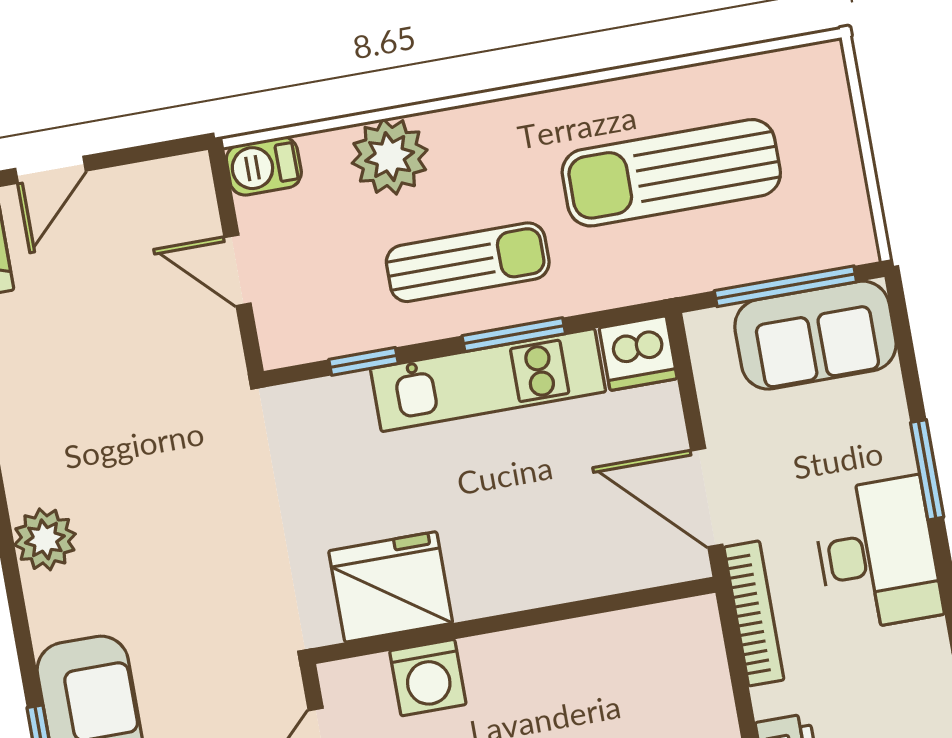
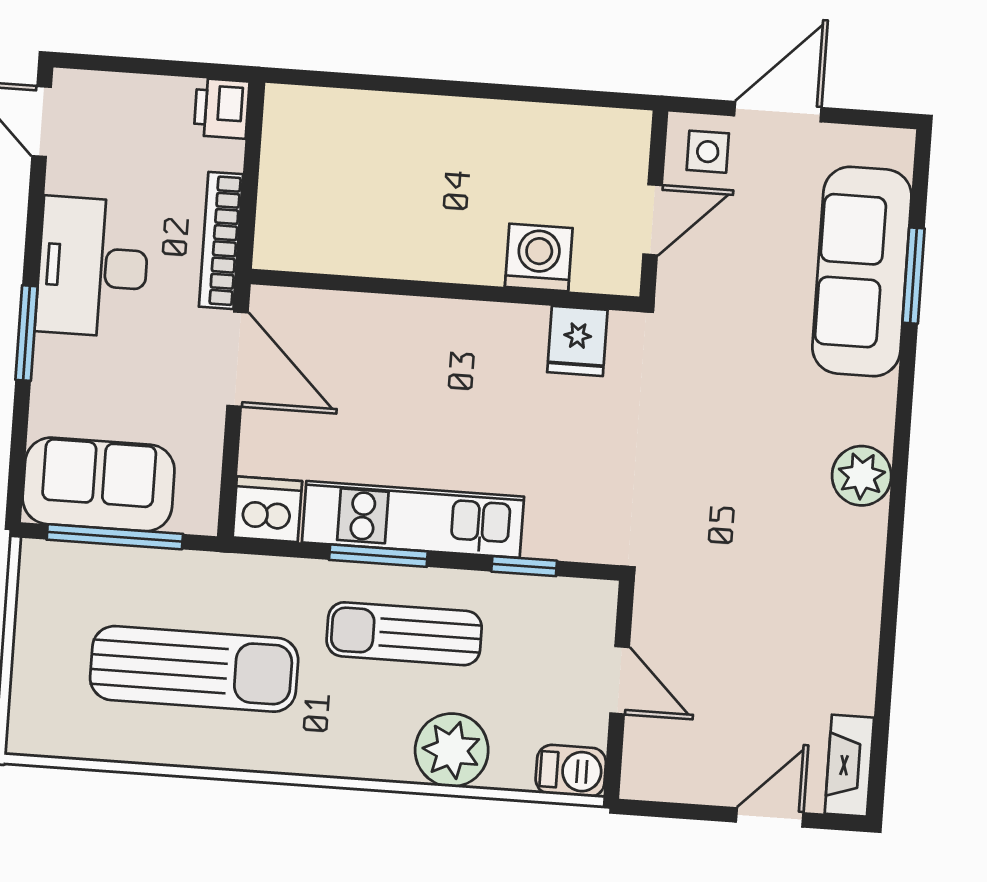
fridge: (391, 587) -> (577, 341), width x0.53, depth x0.75

